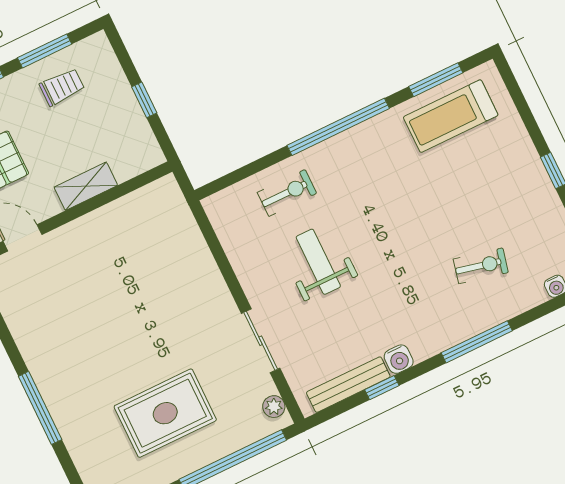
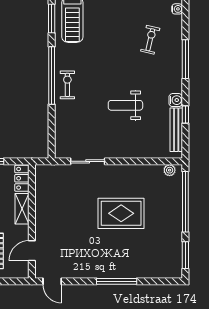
locker: (138, 161) -> (22, 178), added
exercise bike: (287, 193) -> (67, 85), moved
weight bench: (318, 262) -> (125, 105), moved
sliding door: (261, 341) -> (88, 161), moved
rug: (165, 413) -> (121, 213), moved, turned 90

